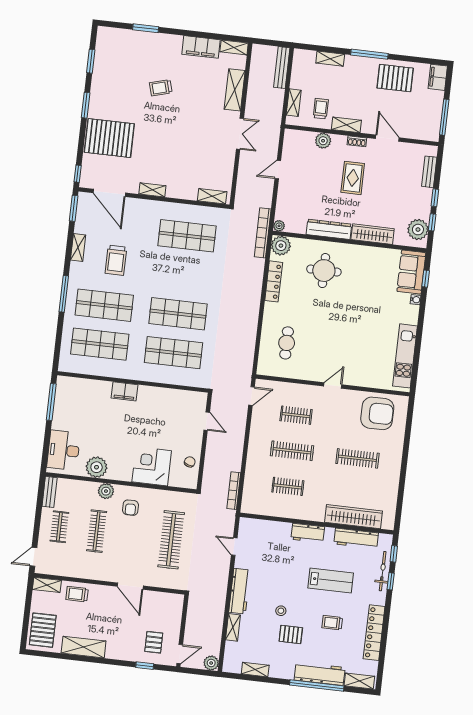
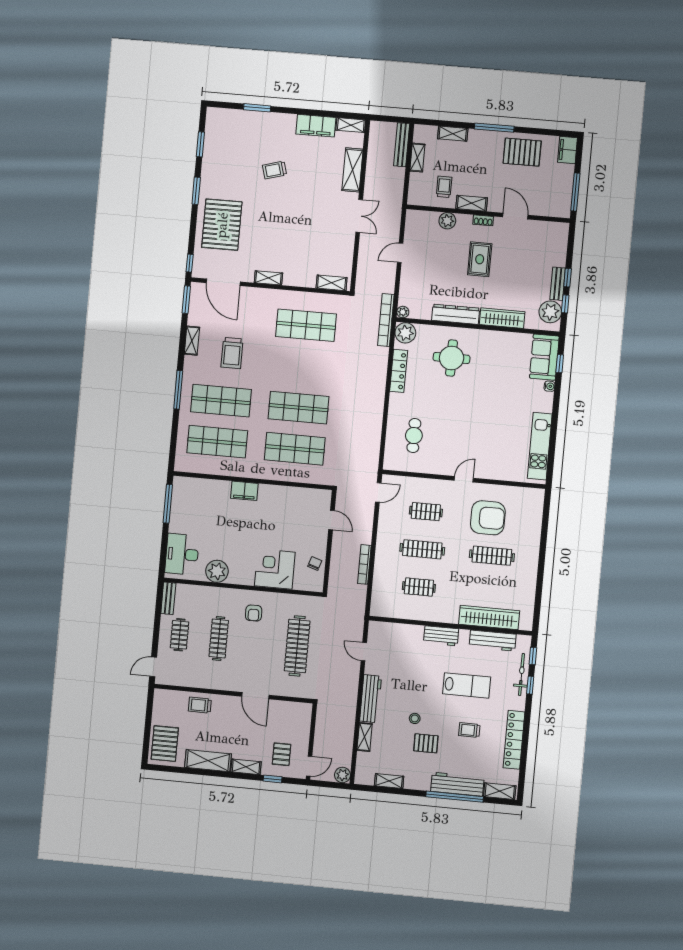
shelving: (294, 103) -> (417, 158), moved
pallet: (109, 138) -> (222, 225), turned 90
bench: (429, 172) -> (558, 284), moved
armchair: (377, 413) -> (488, 518), moved
plant: (106, 491) -> (227, 596), removed
bookcase: (234, 491) -> (364, 564), moved
shelving: (47, 585) -> (246, 767), moved

